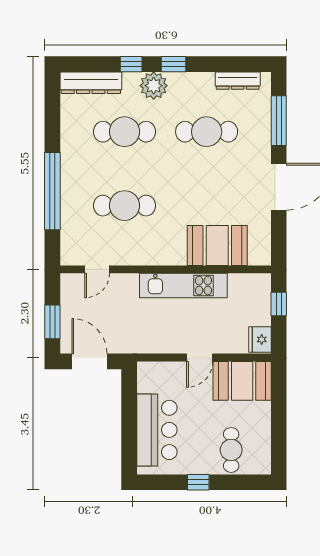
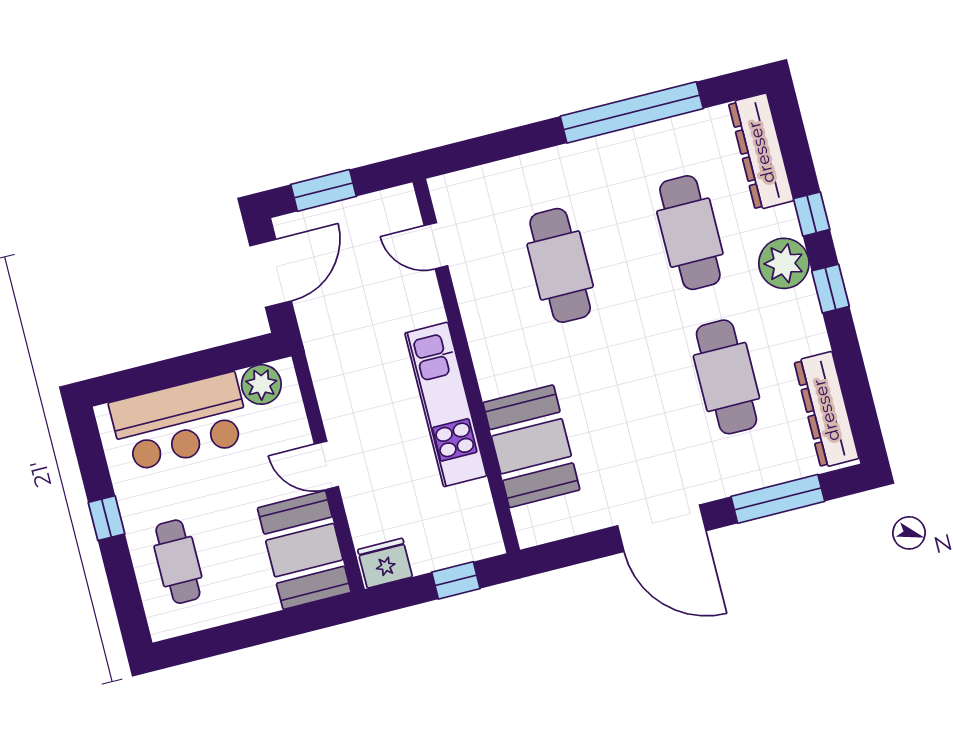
dresser: (238, 81) -> (826, 410), width x1.37, depth x1.24
window: (52, 191) -> (632, 112), moved
plant: (148, 381) -> (261, 384), added
cafe table: (231, 450) -> (178, 562), turned 90

